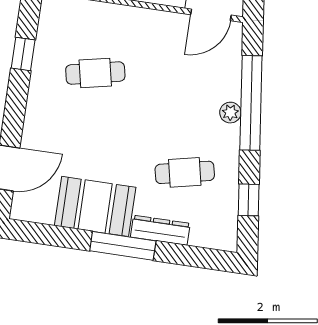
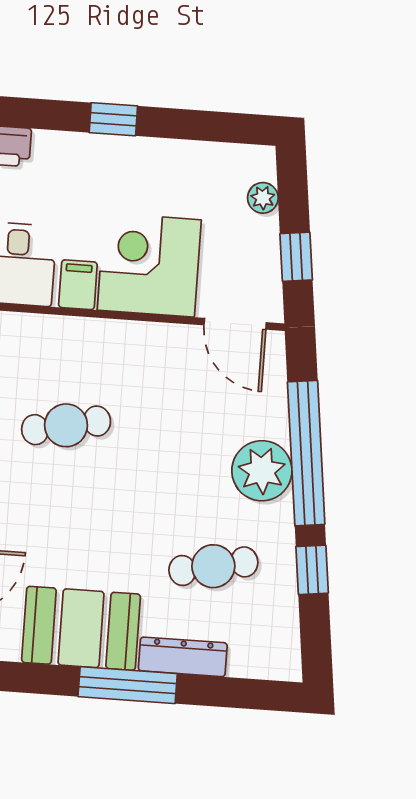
door: (211, 15) -> (235, 324), hinge flipped
plant: (230, 113) -> (262, 471), width x1.87, depth x1.87
window: (249, 200) -> (312, 570), moved

